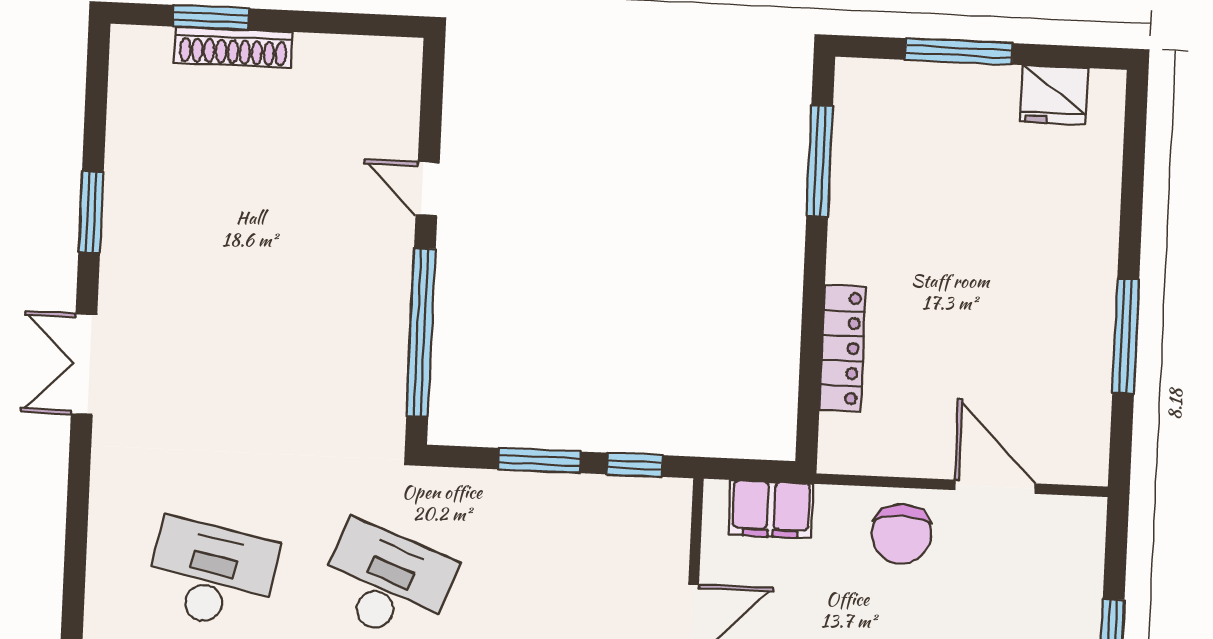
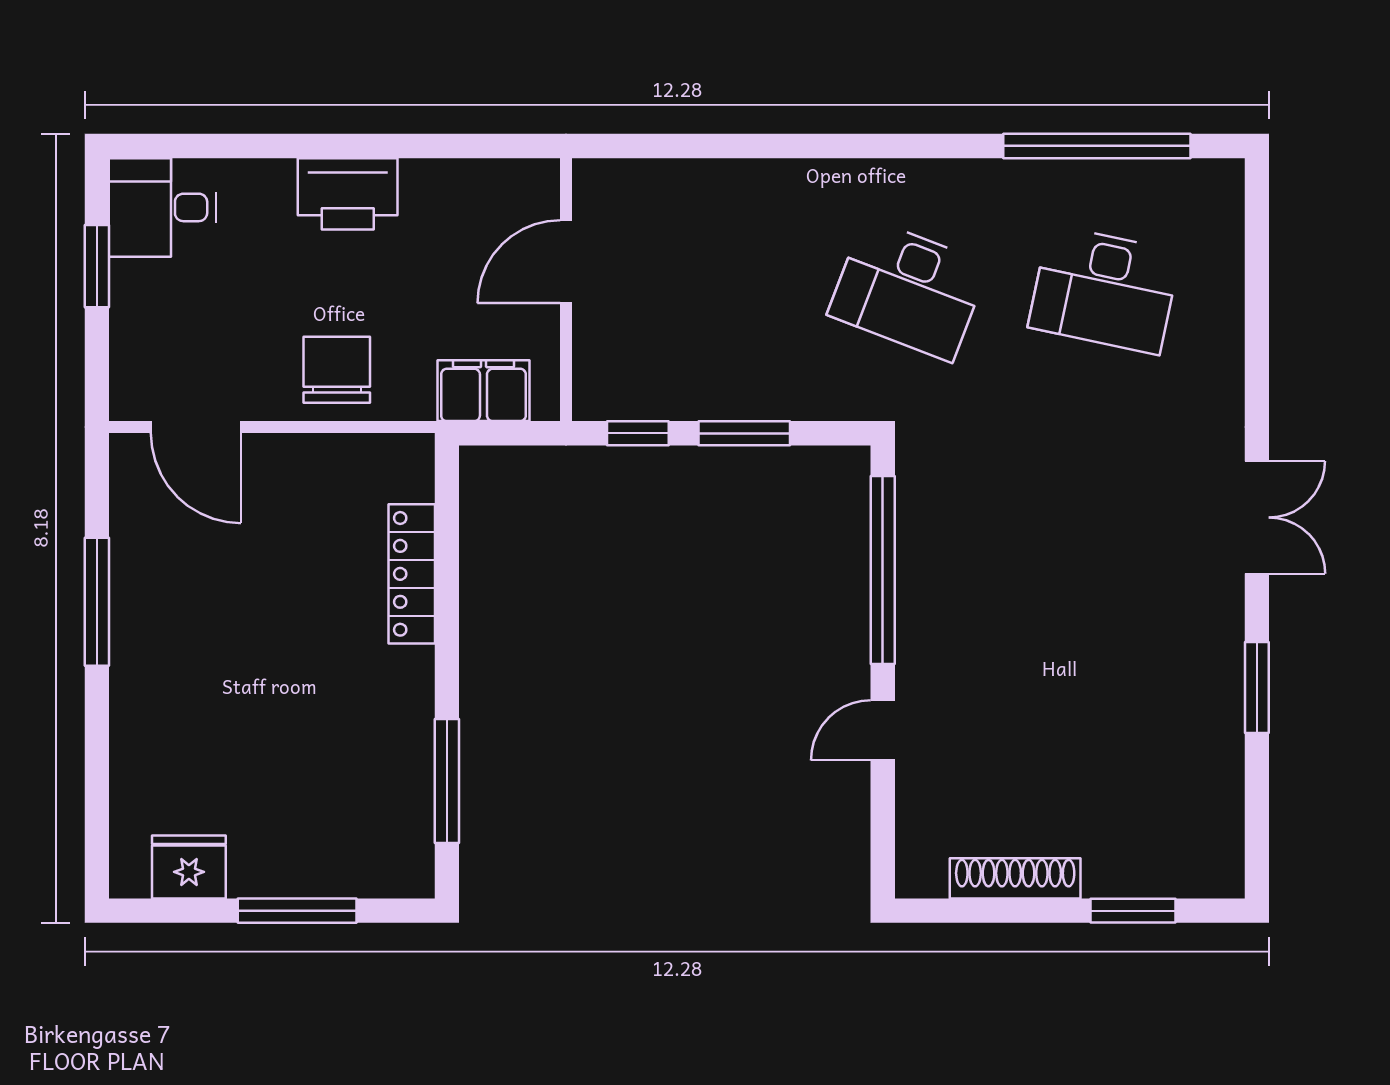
shoe rack: (233, 47) -> (1015, 878), moved
door: (428, 189) -> (883, 730), swing flipped
door: (995, 487) -> (196, 427), moved

